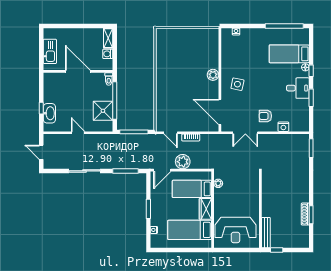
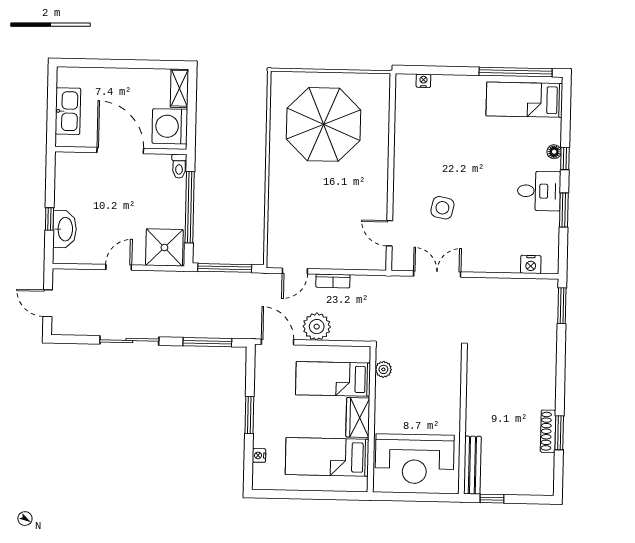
washing machine: (108, 54) -> (170, 126), width x1.89, depth x1.89
bed: (289, 54) -> (524, 100), moved
parasol: (184, 56) -> (323, 124), added
plant: (213, 75) -> (378, 162), removed
side table: (237, 84) -> (442, 208), moved
shower: (103, 111) -> (164, 248), moved
door: (220, 112) -> (389, 233), width x0.53
armchair: (265, 116) -> (476, 243), removed
nightstand: (283, 127) -> (531, 264), moved
door: (78, 133) -> (119, 267), hinge flipped
door: (171, 133) -> (295, 271), hinge flipped
double door: (245, 133) -> (437, 274), swing flipped
door: (162, 170) -> (278, 342), swing flipped

